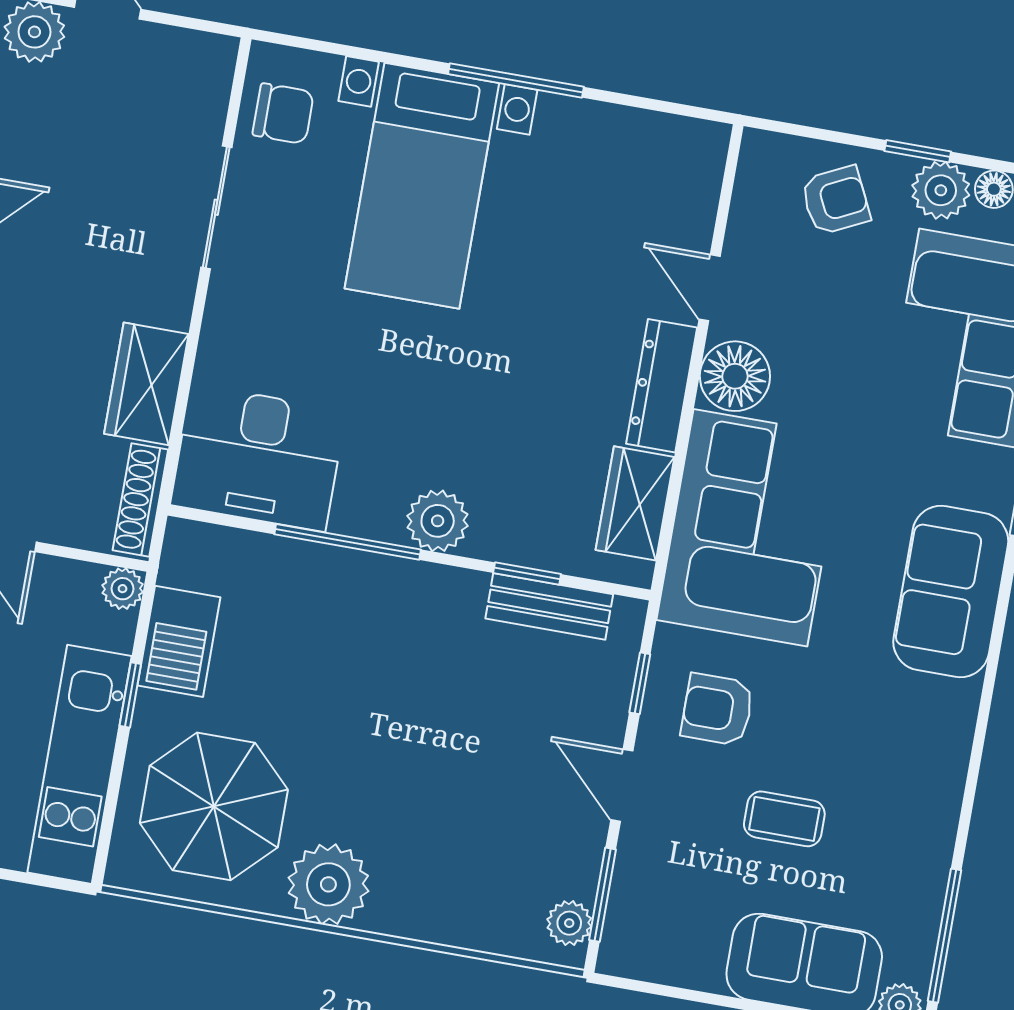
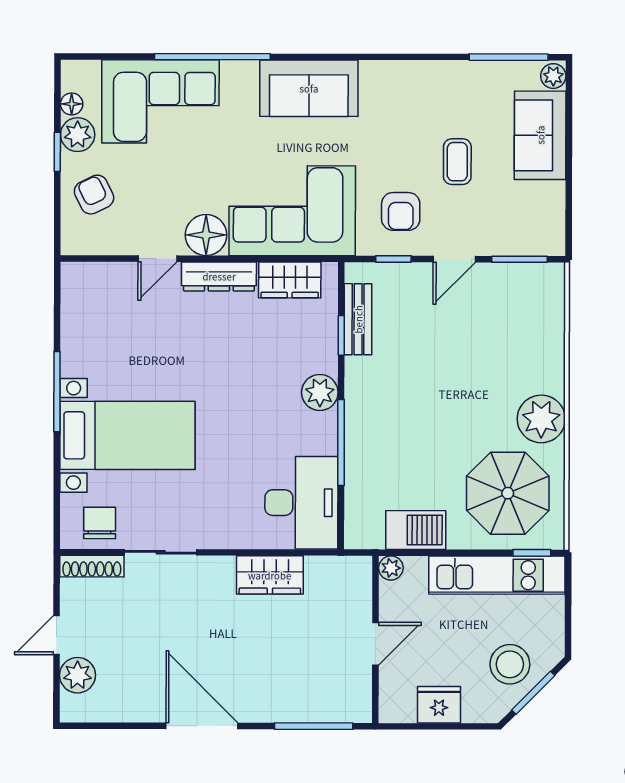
shoe rack: (140, 500) -> (92, 566), moved
window: (130, 695) -> (532, 553), moved
plant: (569, 923) -> (539, 276), removed

